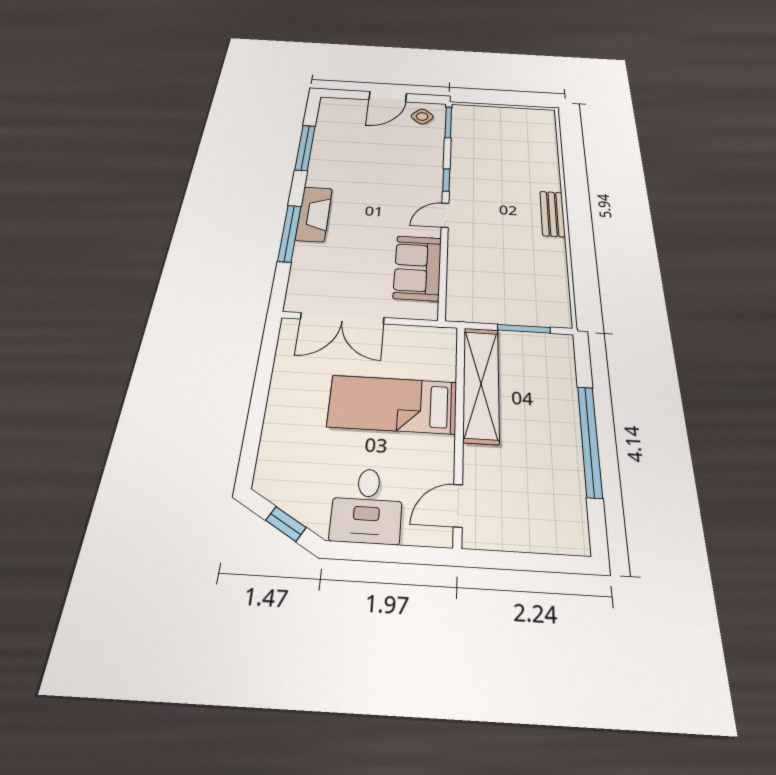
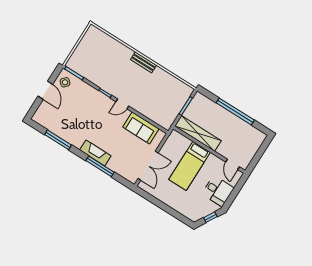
door: (445, 215) -> (122, 104), hinge flipped

